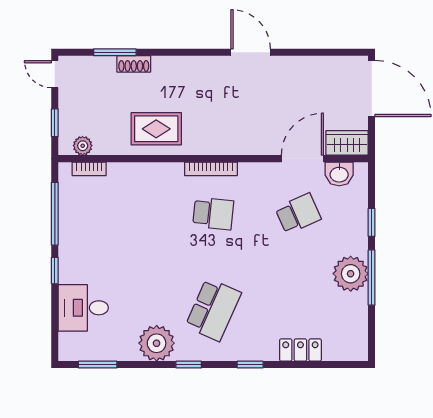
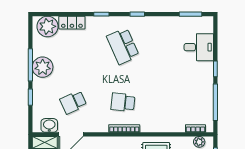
school desk: (213, 310) -> (123, 46), turned -48
plant: (157, 343) -> (47, 26), moved

